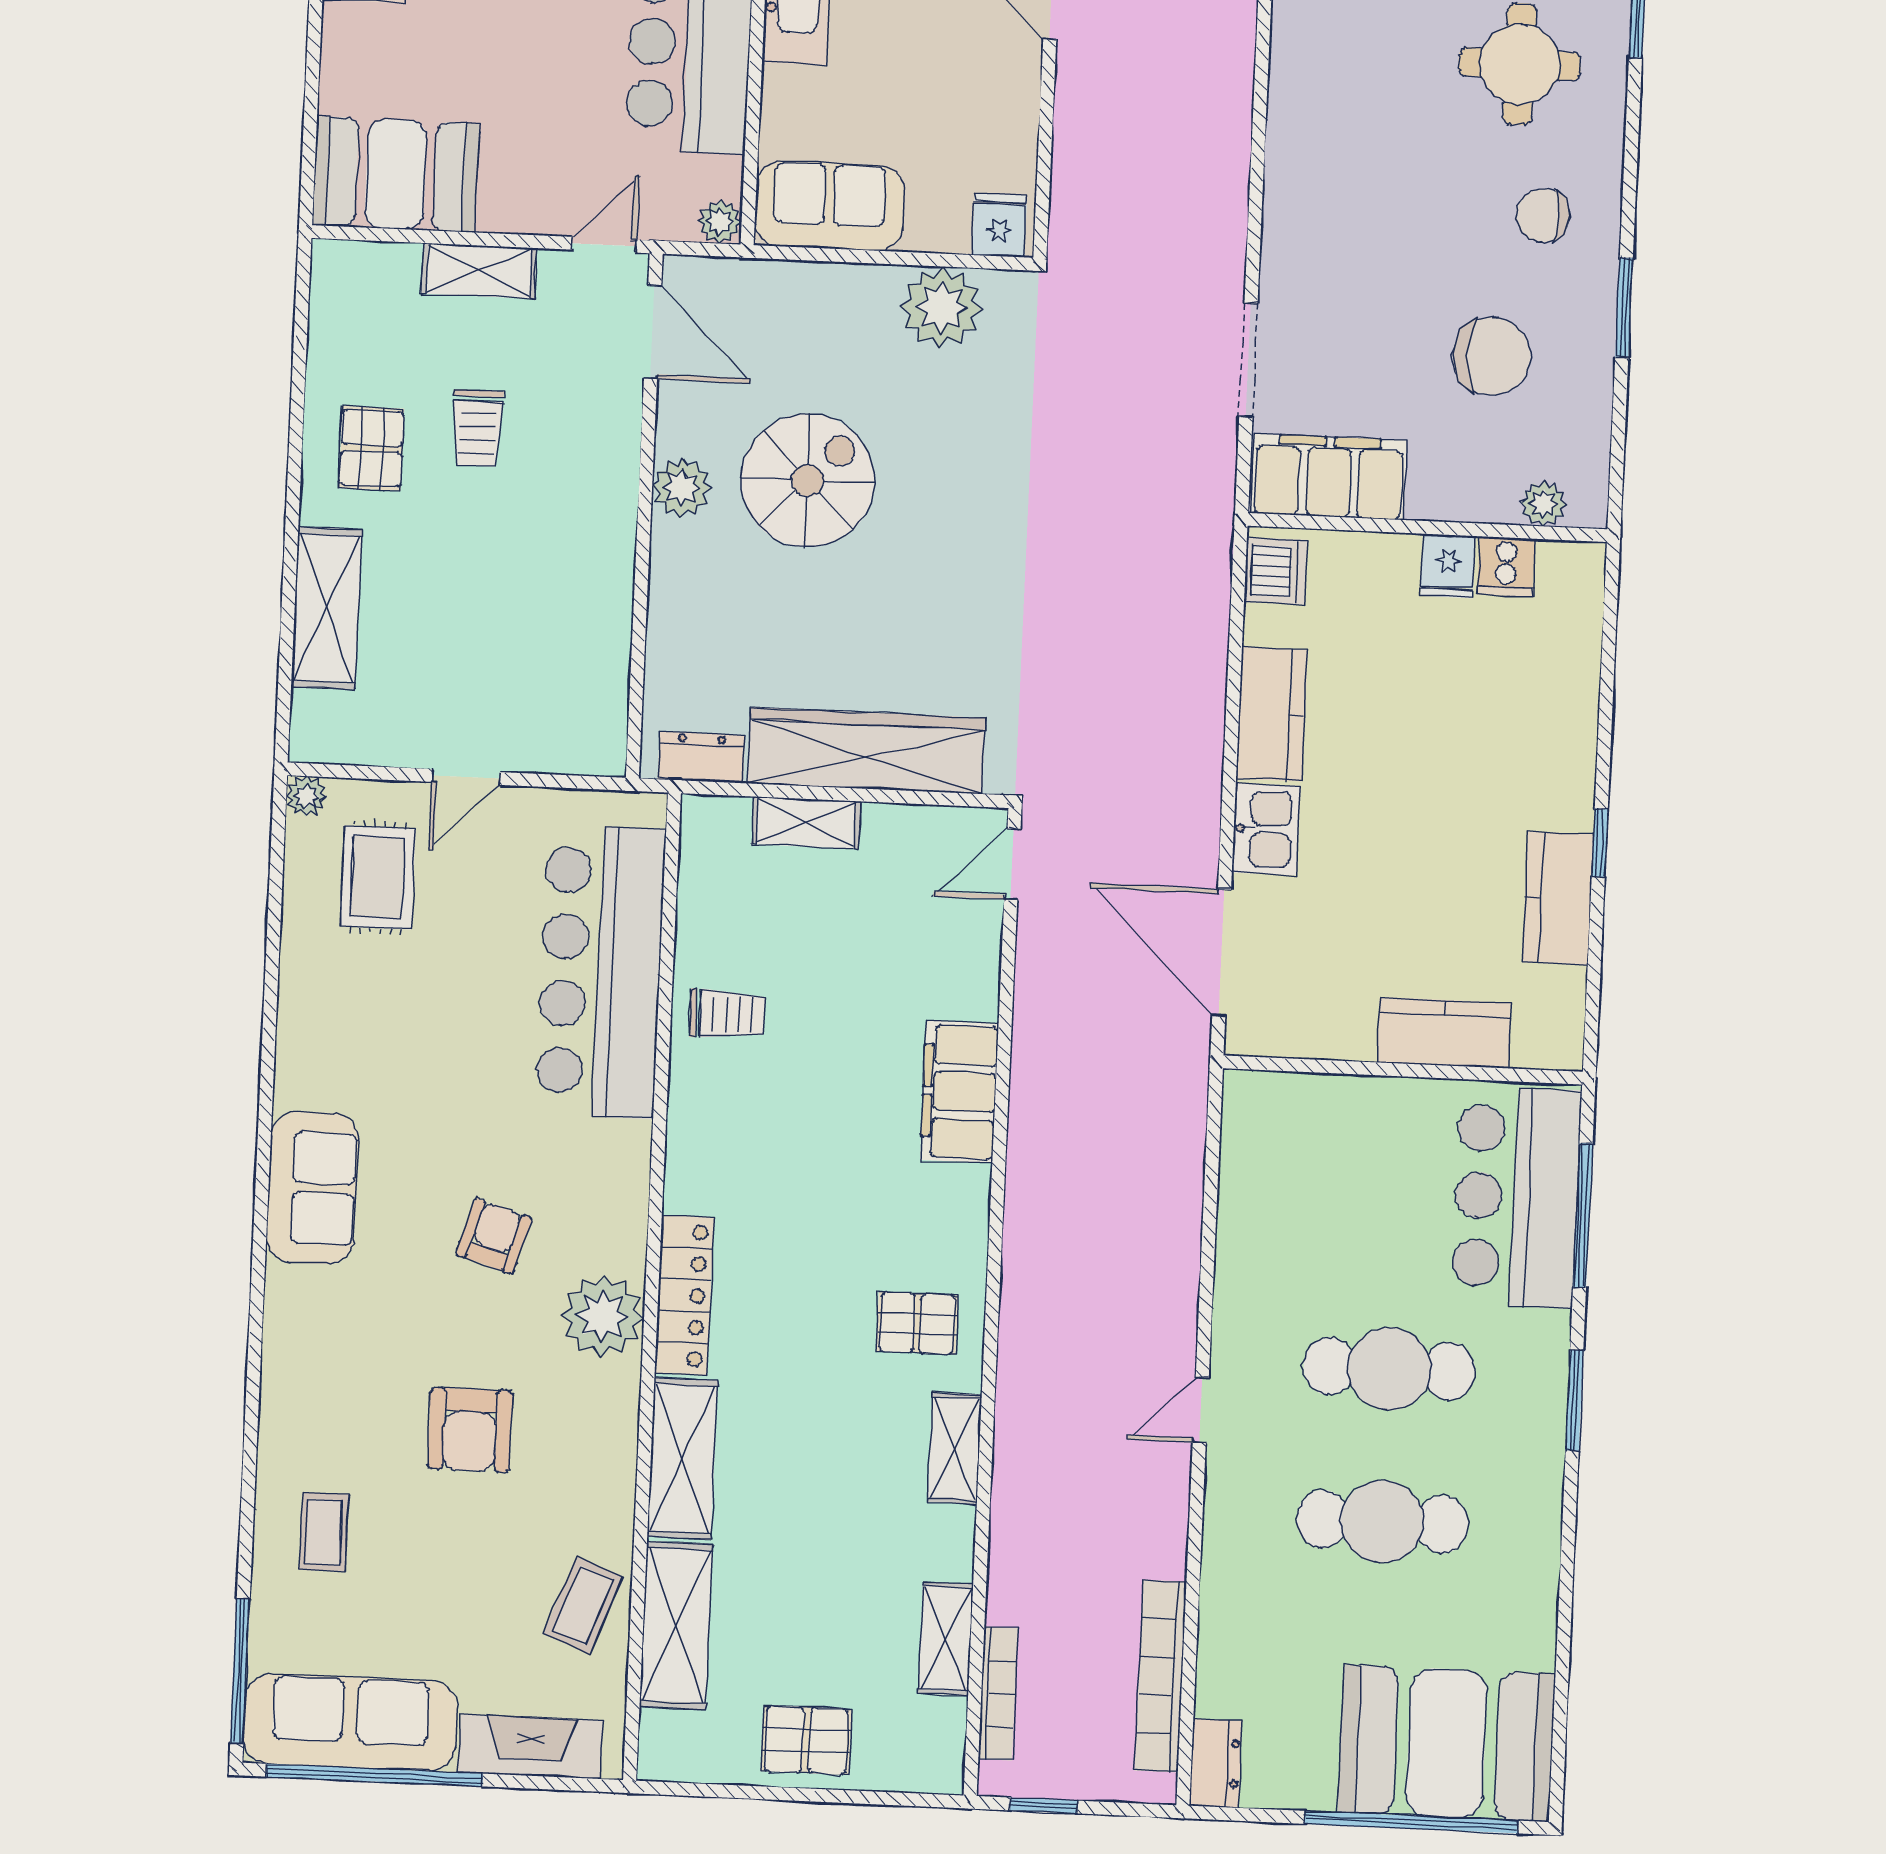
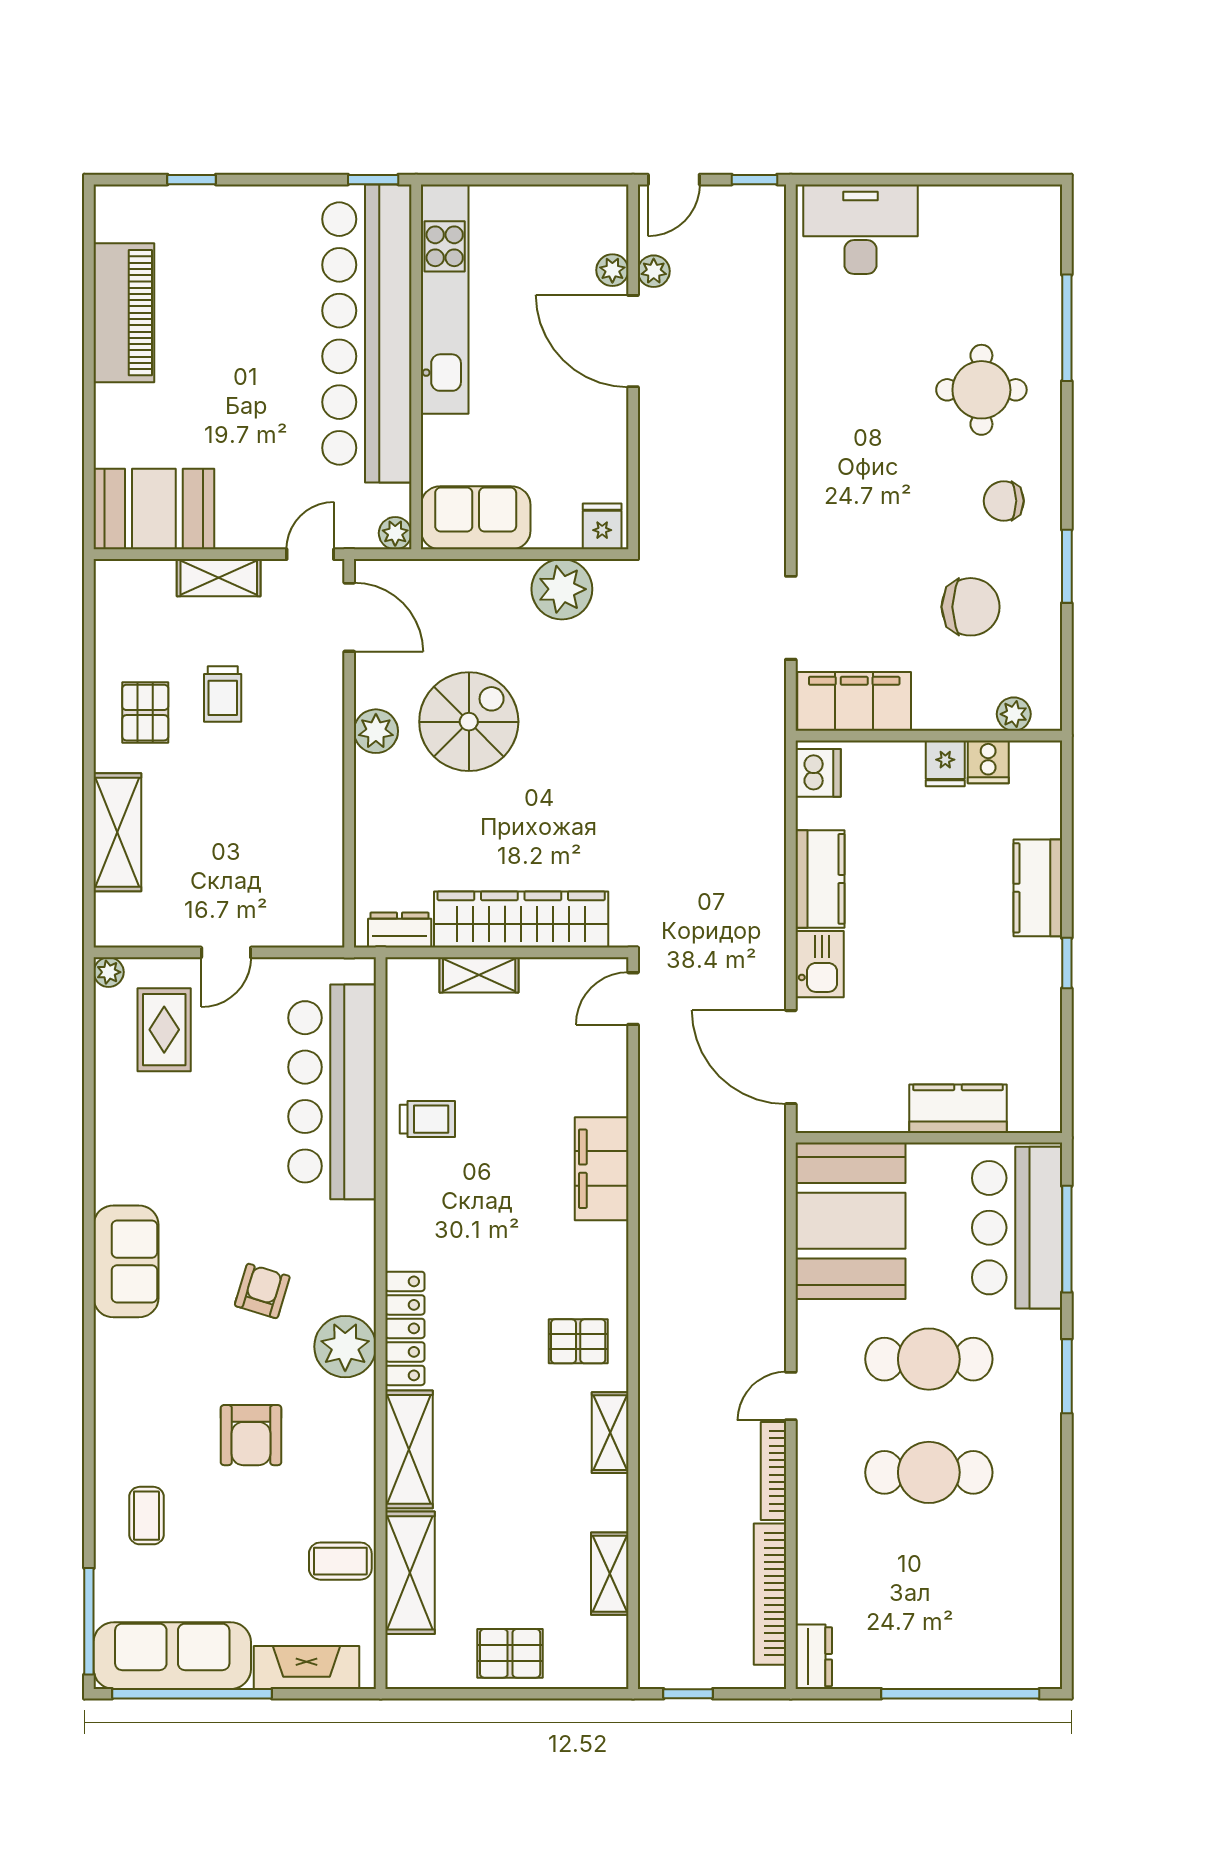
kitchen counter: (1558, 898) -> (1038, 888), moved
coffee table: (583, 1605) -> (340, 1561), turned 69
bookcase: (998, 1693) -> (774, 1471), moved, turned 180
booth: (1447, 1743) -> (850, 1221), moved, turned 90

